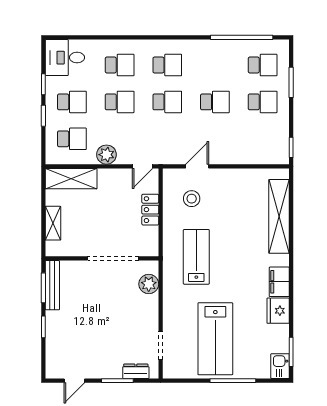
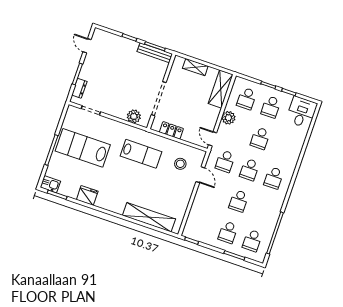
school desk: (120, 65) -> (225, 161), moved
locker: (150, 210) -> (171, 130), moved
filing cabinet: (279, 282) -> (106, 203), removed

